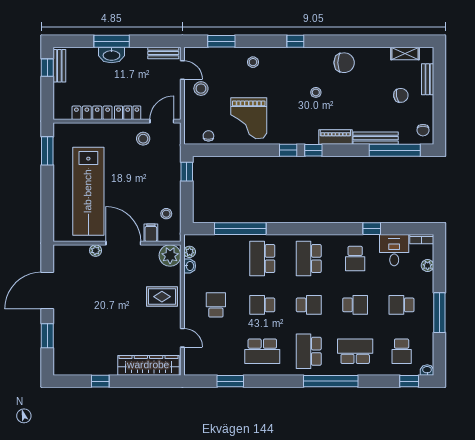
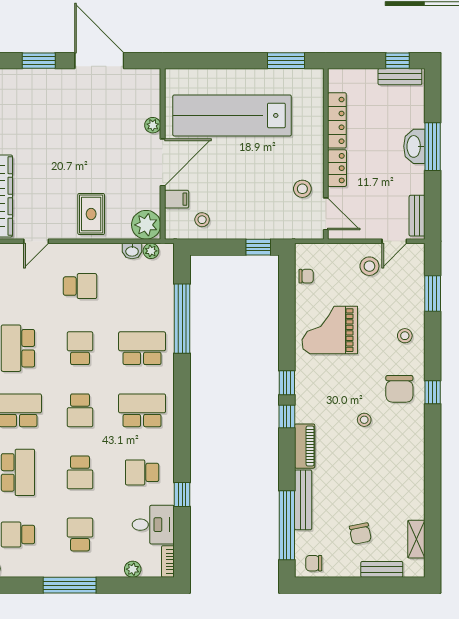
chair: (344, 63) -> (399, 389), moved

